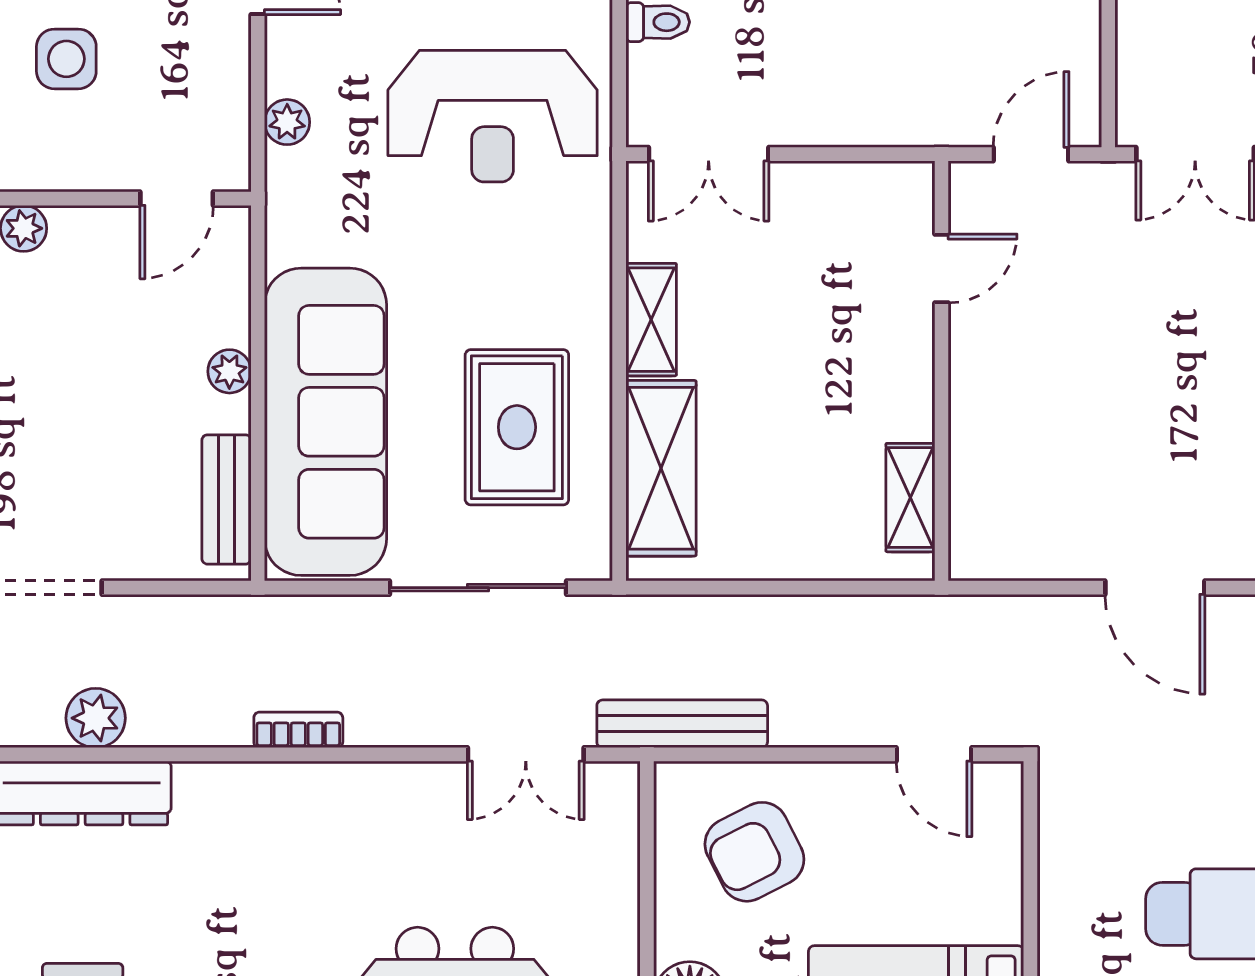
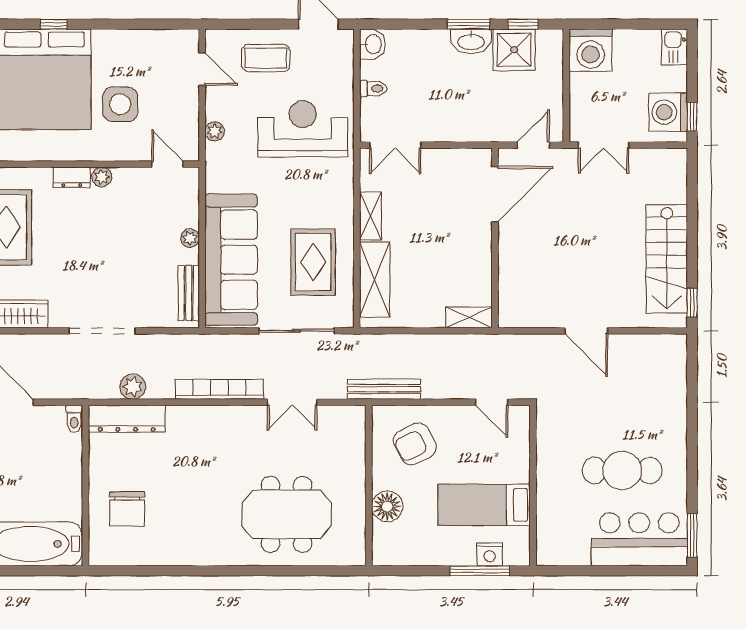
side table: (66, 59) -> (120, 104), width x1.37, depth x1.37
reception desk: (493, 116) -> (303, 129), turned 180
door: (177, 199) -> (167, 164), swing flipped
door: (941, 268) -> (495, 194), width x1.88
shelving: (910, 498) -> (469, 317), moved, turned 90
bookcase: (298, 730) -> (219, 389), width x2.31, depth x1.31
double door: (526, 754) -> (292, 402), moved

